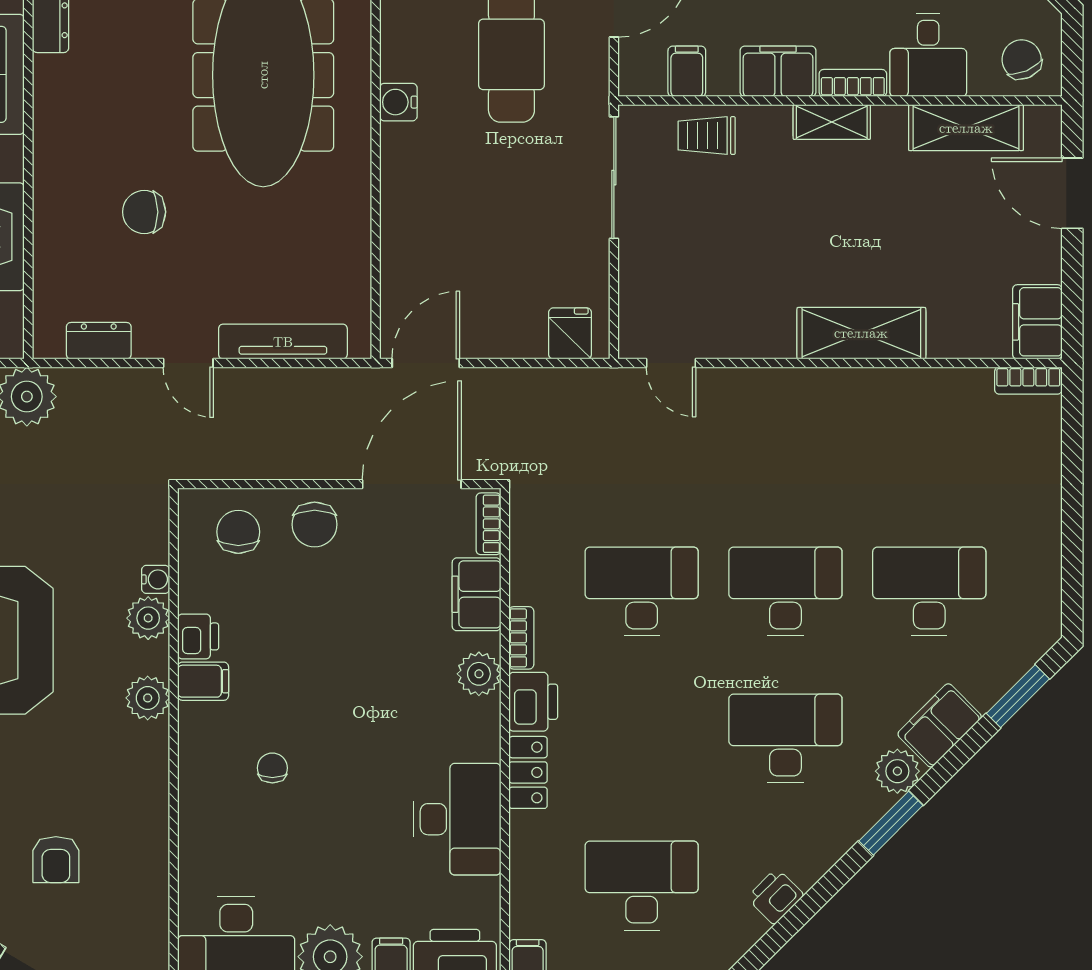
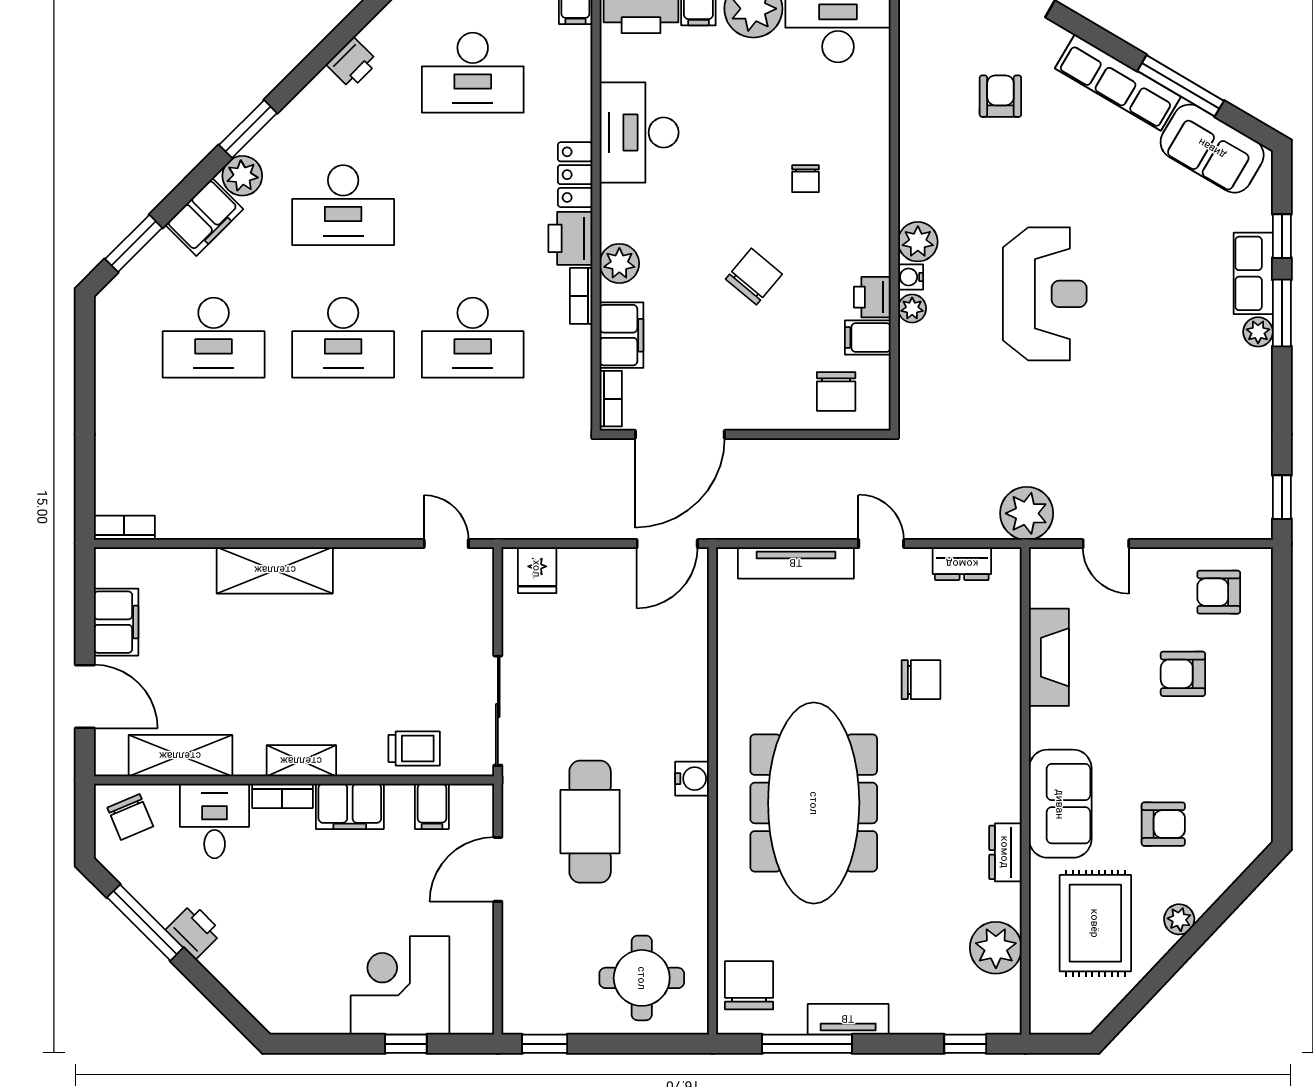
filing cabinet: (1037, 322) -> (116, 622), moved
chair: (315, 524) -> (754, 277), moved, turned 40
water cooler: (156, 579) -> (911, 277), moved
plant: (148, 618) -> (912, 308), width x0.73, depth x0.73
filing cabinet: (203, 681) -> (868, 337), moved

